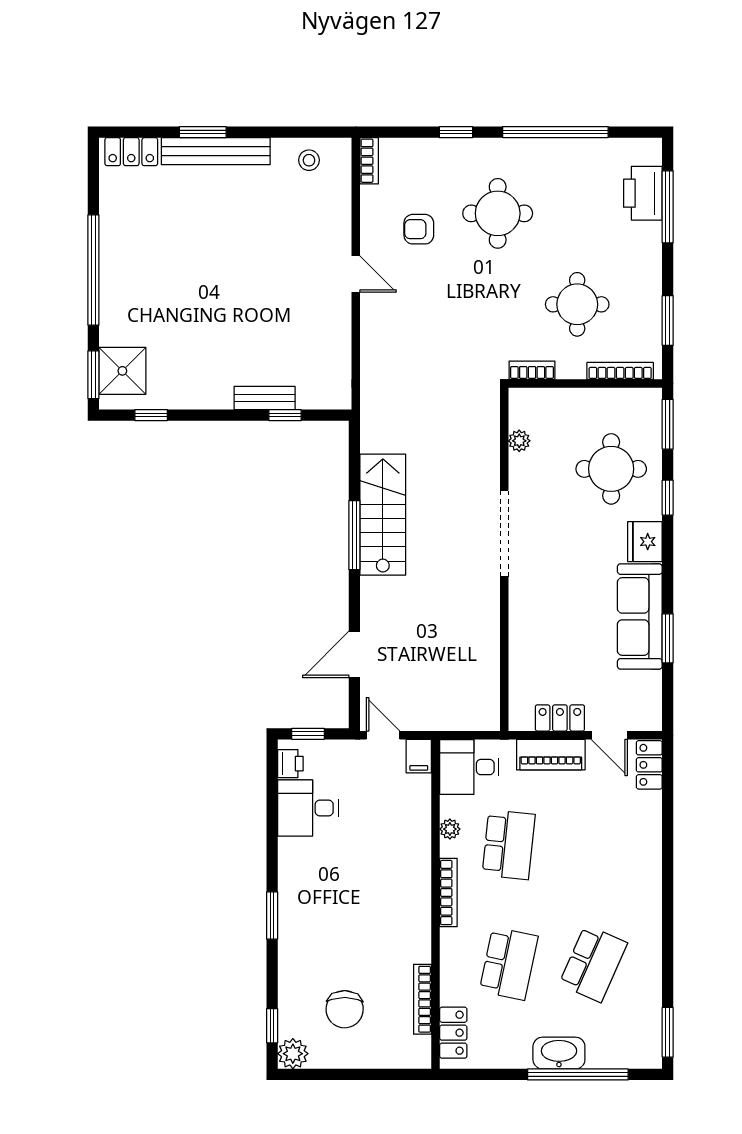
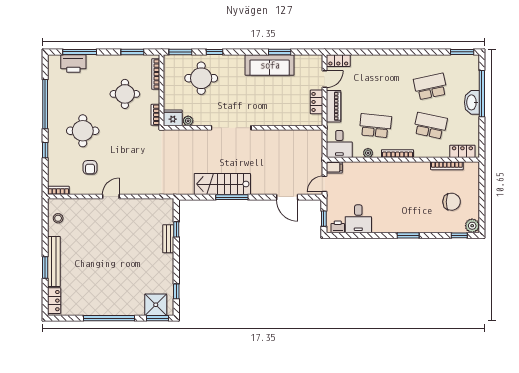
fridge: (645, 542) -> (173, 118), moved, turned 180
school desk: (593, 964) -> (430, 87), turned -36

